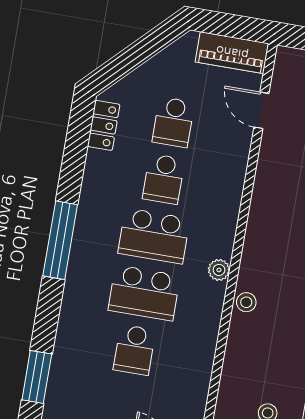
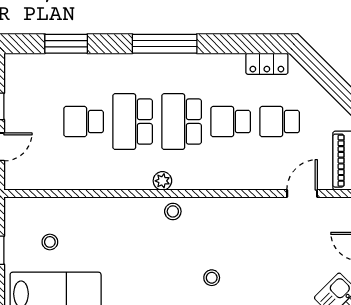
stool: (246, 302) -> (173, 211), moved
window: (37, 377) -> (66, 44), moved

